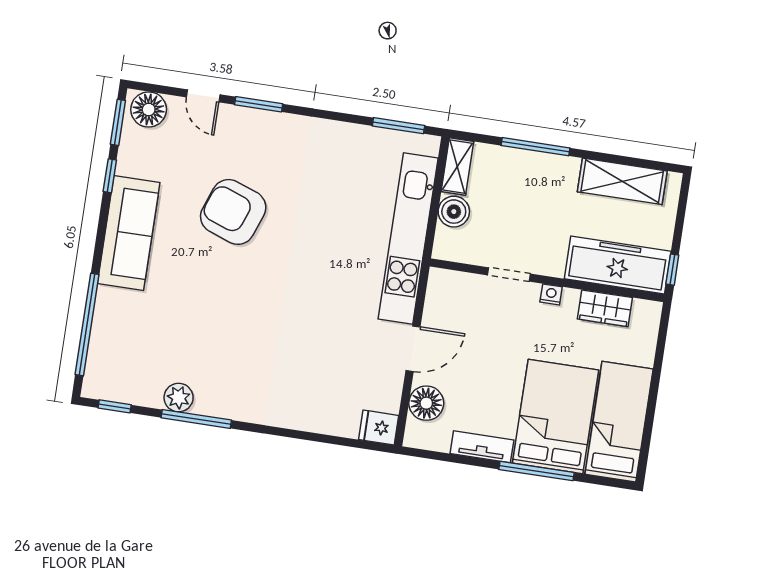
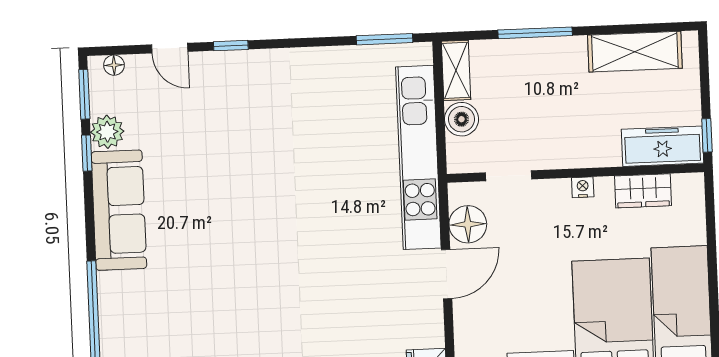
window: (259, 104) -> (231, 46), width x0.67
floor lamp: (149, 110) -> (114, 65), width x0.53, depth x0.53
plant: (132, 160) -> (107, 132), added
armchair: (233, 212) -> (226, 166), removed
freezer: (618, 265) -> (662, 146), width x0.73, depth x0.79
doorway: (509, 274) -> (509, 176), moved
floor lamp: (426, 403) -> (468, 224), moved

